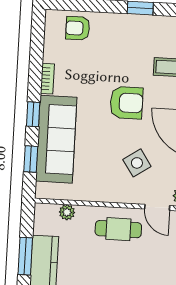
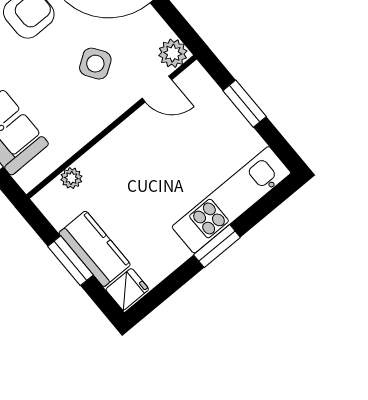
cafe table: (118, 229) -> (138, 147), removed

